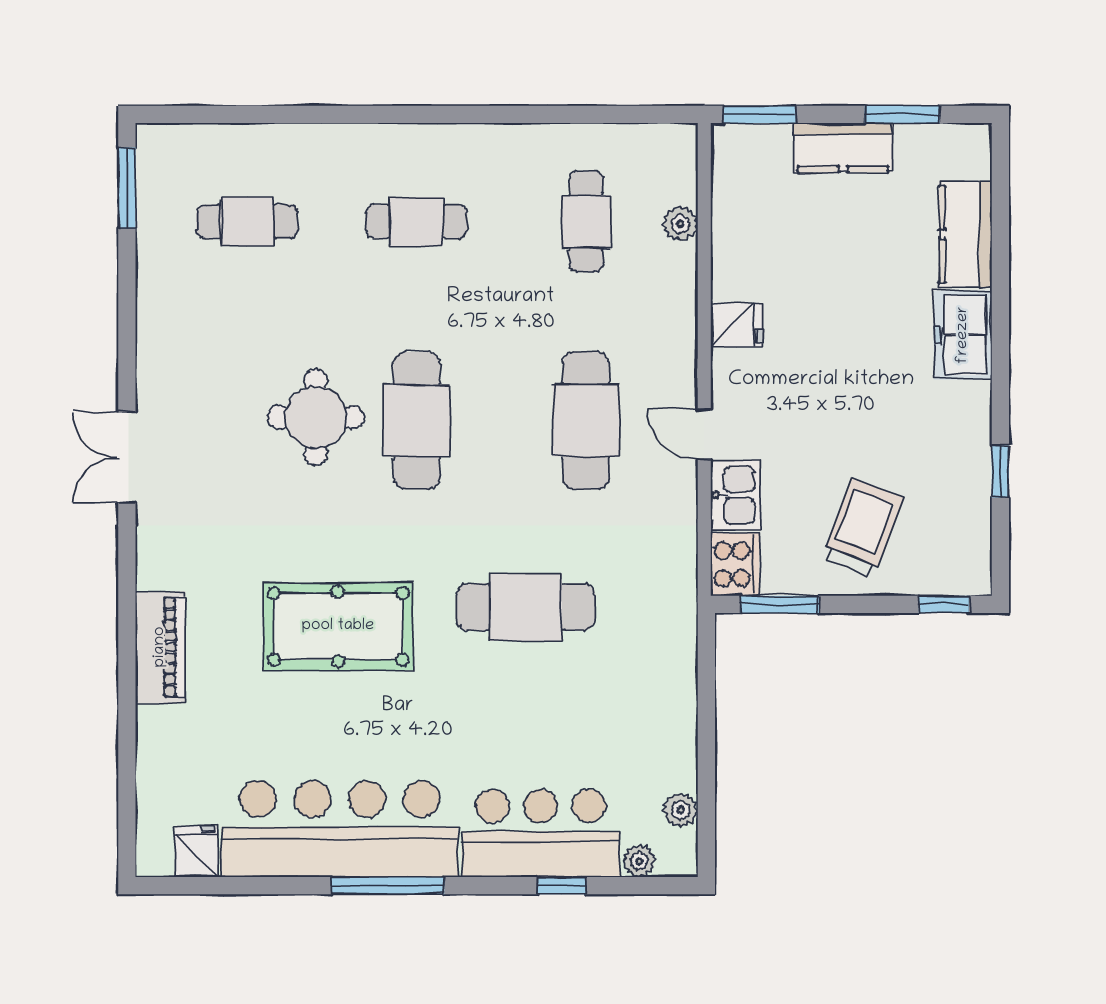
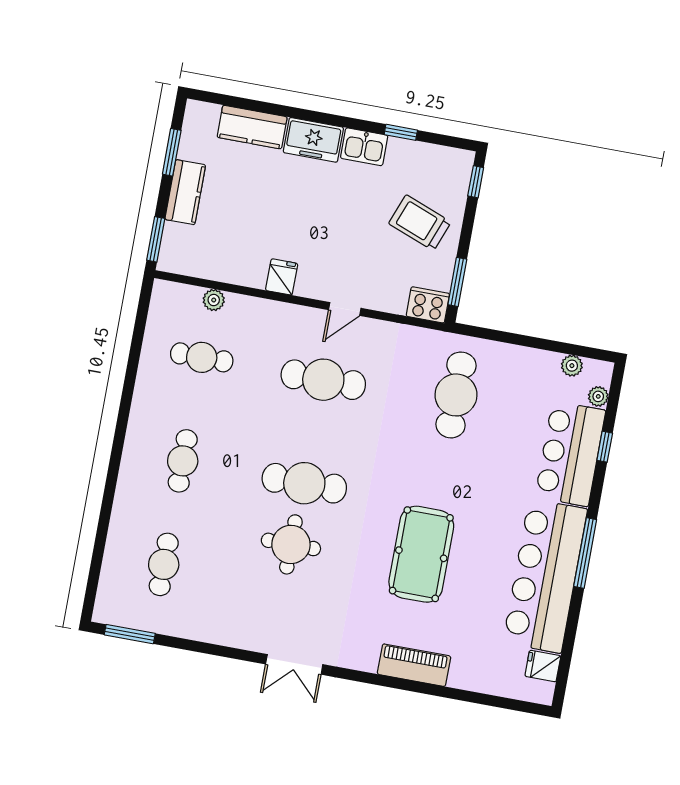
kitchen sink: (736, 495) -> (364, 147), moved, turned 180
cafe table: (525, 607) -> (456, 395), moved

